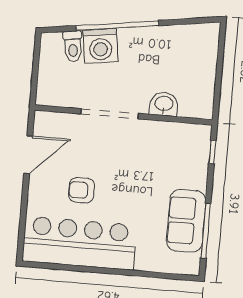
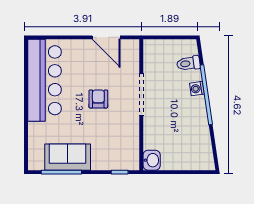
washing machine: (101, 46) -> (197, 89), width x0.53, depth x0.53
washbasin: (164, 104) -> (152, 160), moved
armchair: (82, 190) -> (98, 99), moved

